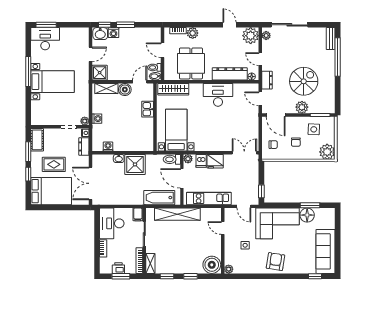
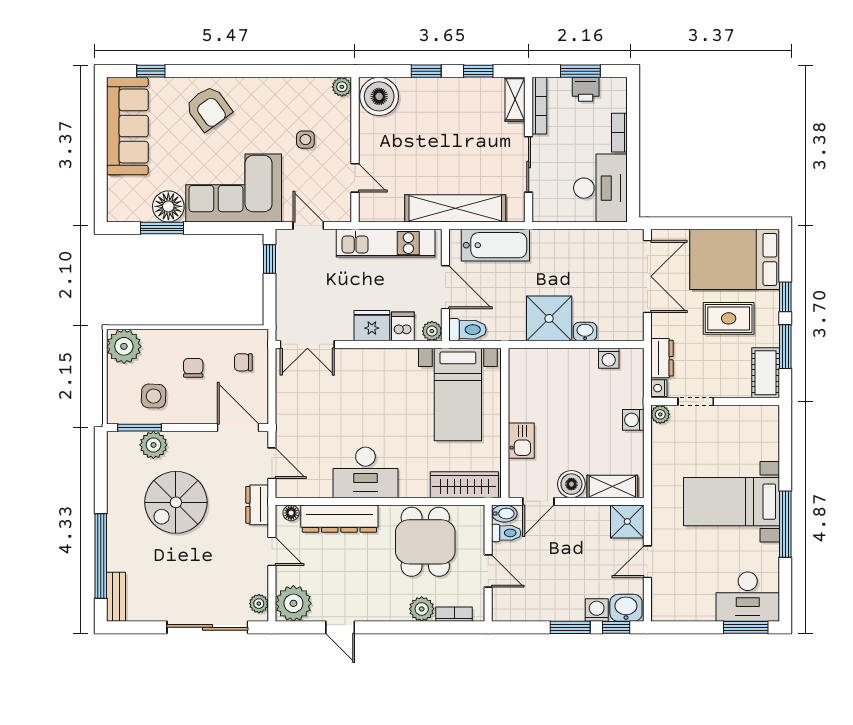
plant: (302, 107) -> (153, 445), moved
filing cabinet: (138, 214) -> (543, 208), removed
armchair: (275, 262) -> (209, 108), moved, turned -45

